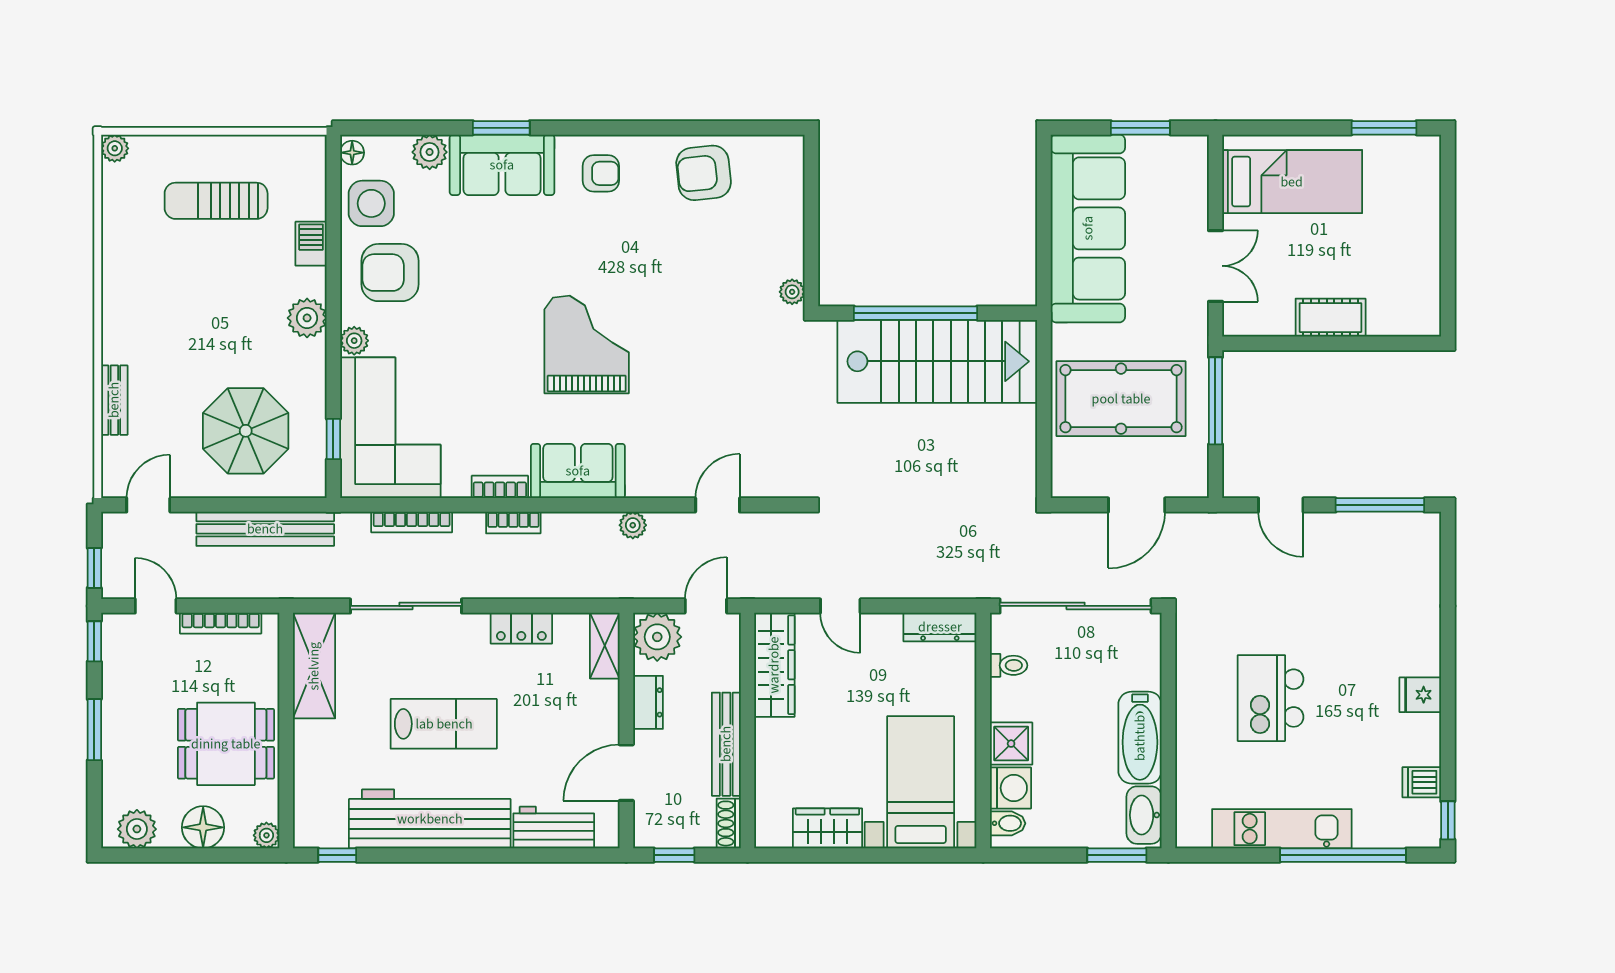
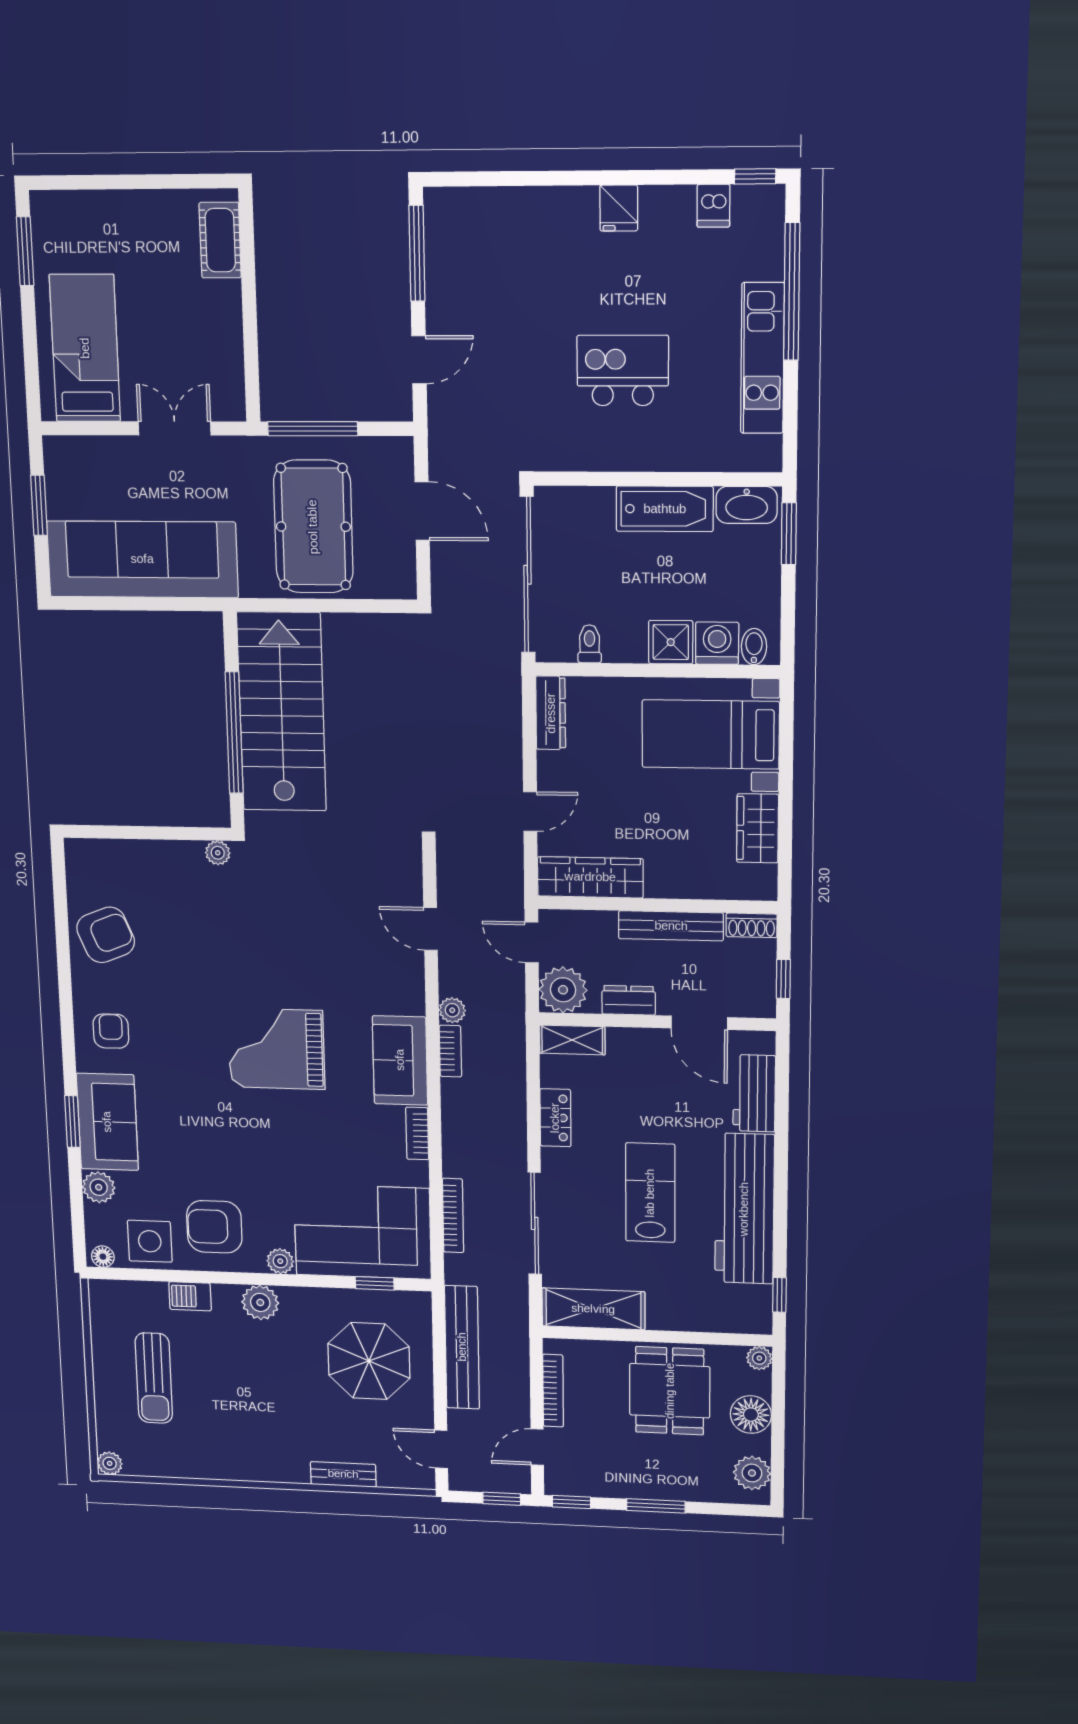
armchair: (704, 173) -> (106, 935), turned -106
armchair: (390, 273) -> (214, 1227), turned 90
cot: (1331, 318) -> (220, 240), moved
bookcase: (513, 523) -> (450, 1051), moved
kitchen island: (1271, 698) -> (623, 371), turned 180

